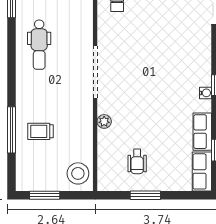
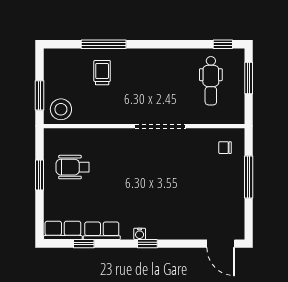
dental chair: (39, 45) -> (211, 81), moved, turned -90
plant: (104, 121) -> (112, 135), removed
wheelchair: (137, 161) -> (73, 167), width x1.36, depth x1.37
window: (45, 195) -> (40, 95), moved

